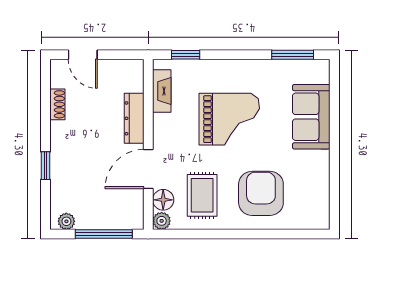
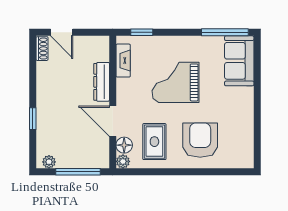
window: (293, 55) -> (225, 32), width x1.44
shoe rack: (57, 104) -> (42, 49), moved
sofa: (311, 117) -> (239, 61), moved
grand piano: (229, 119) -> (175, 82), turned 180
door: (148, 169) -> (113, 121), hinge flipped

